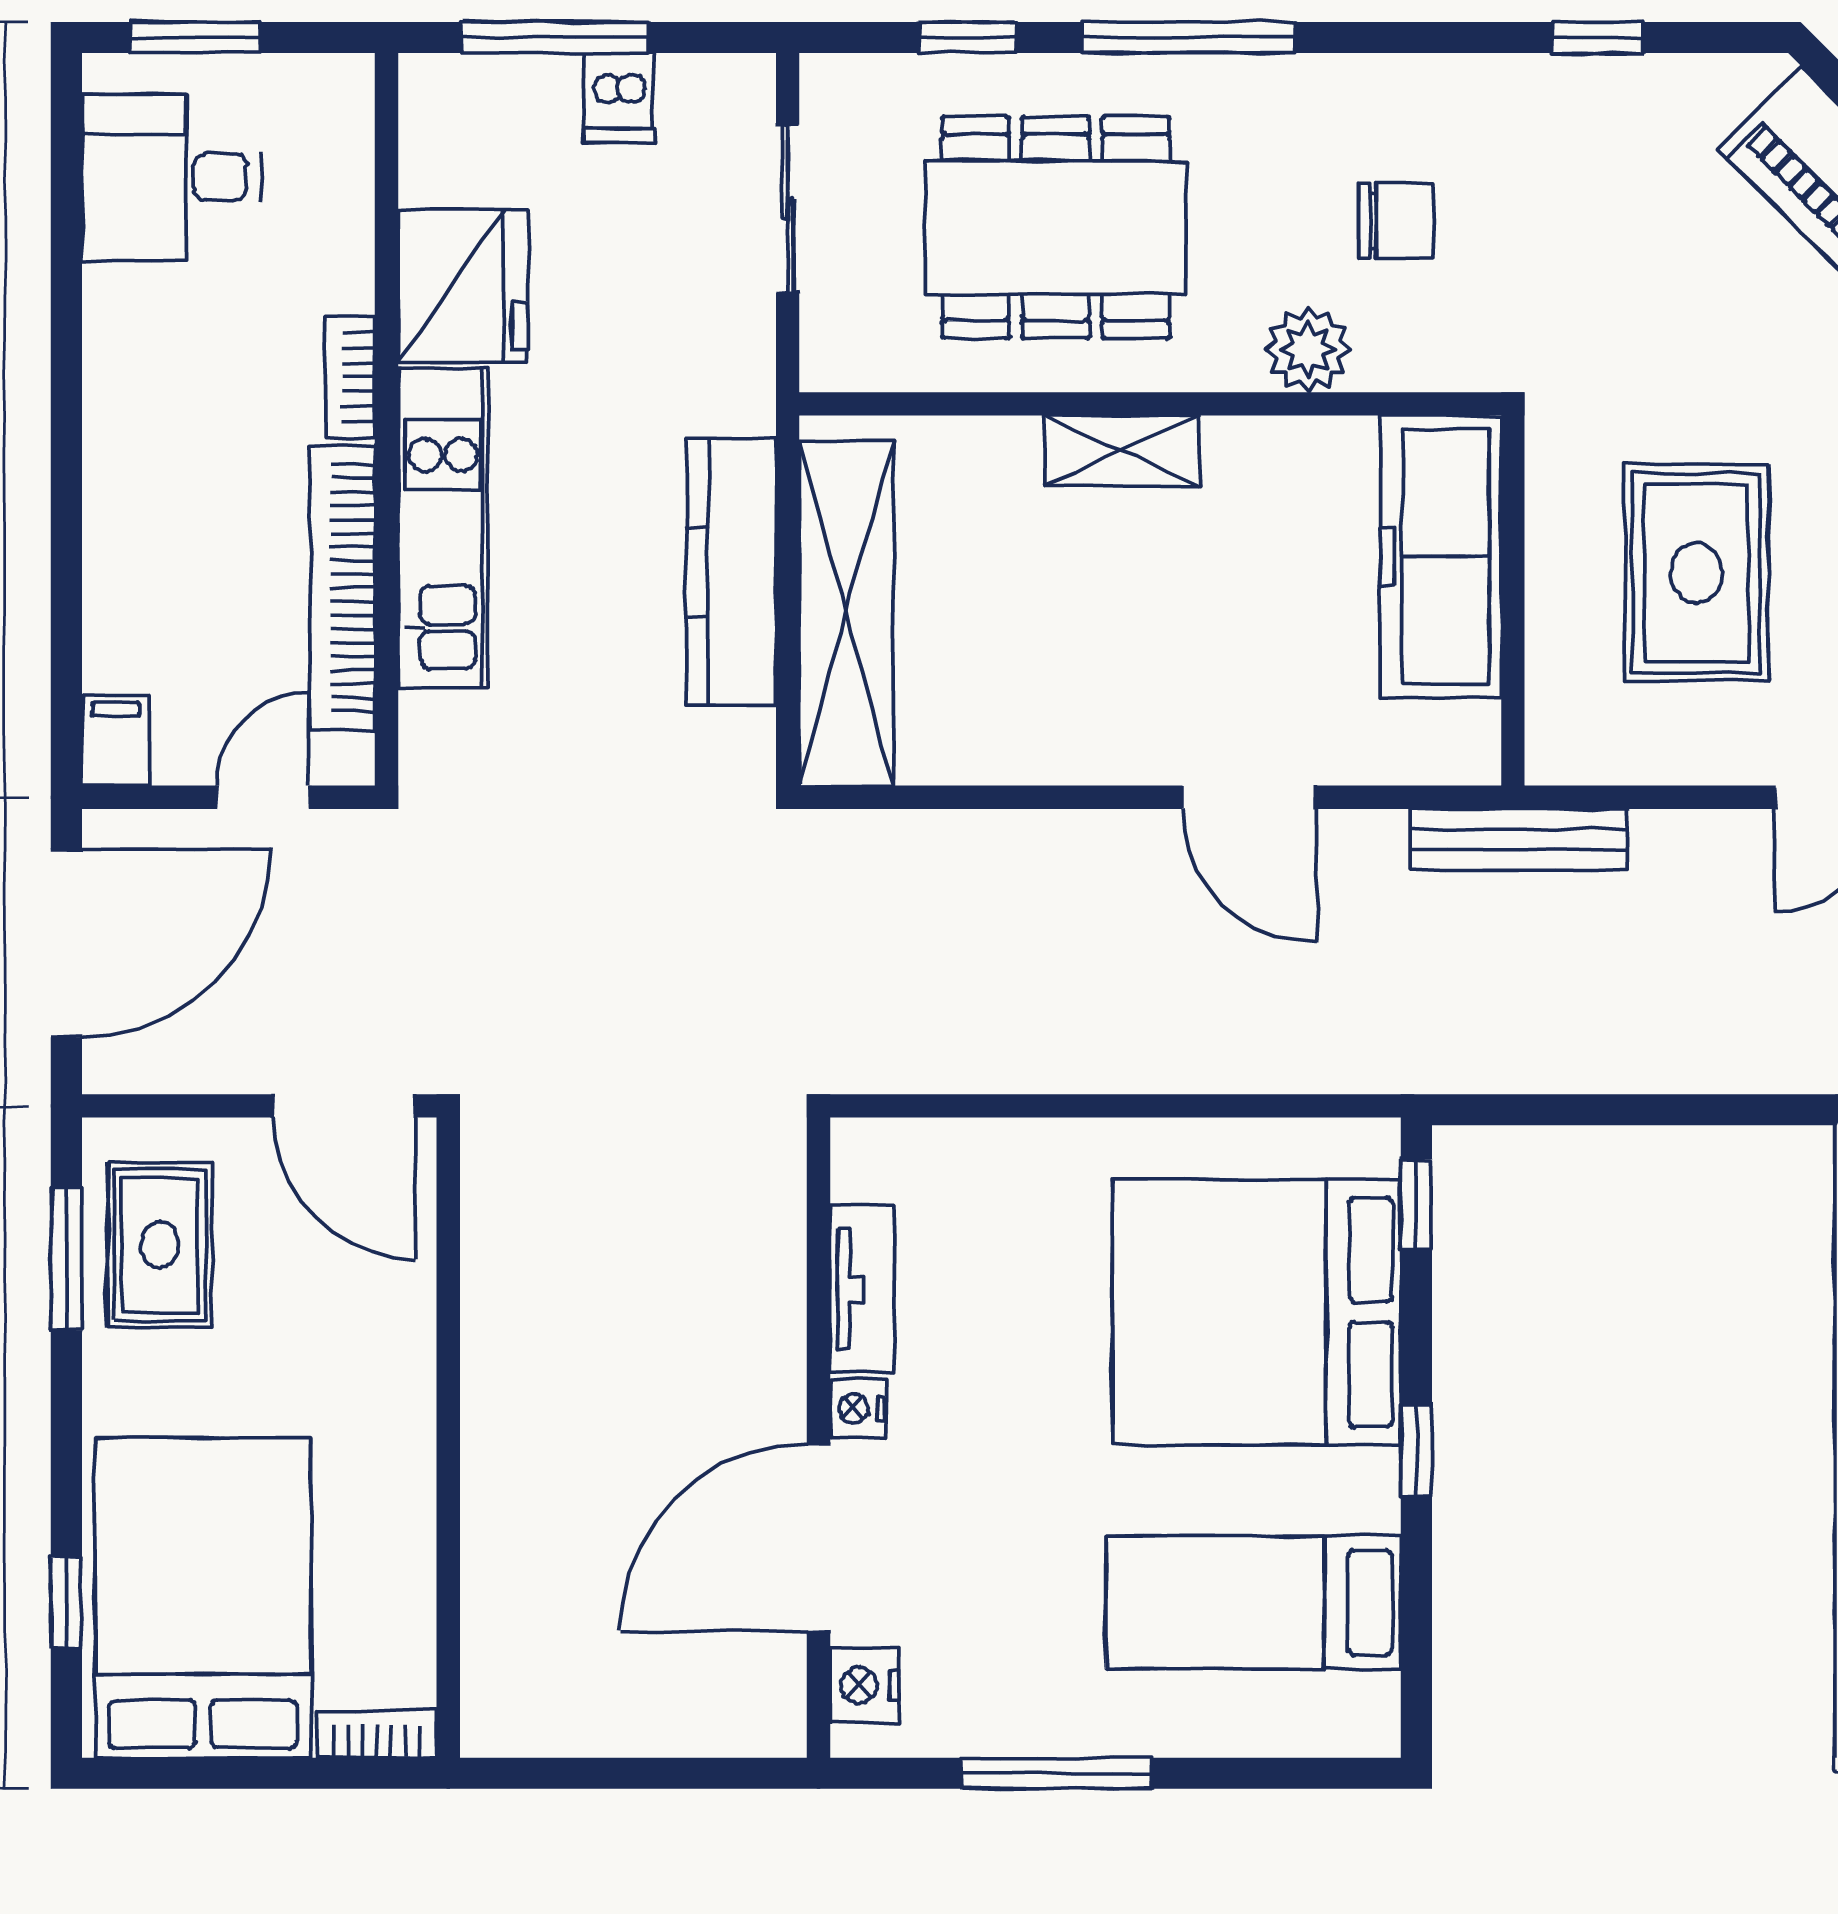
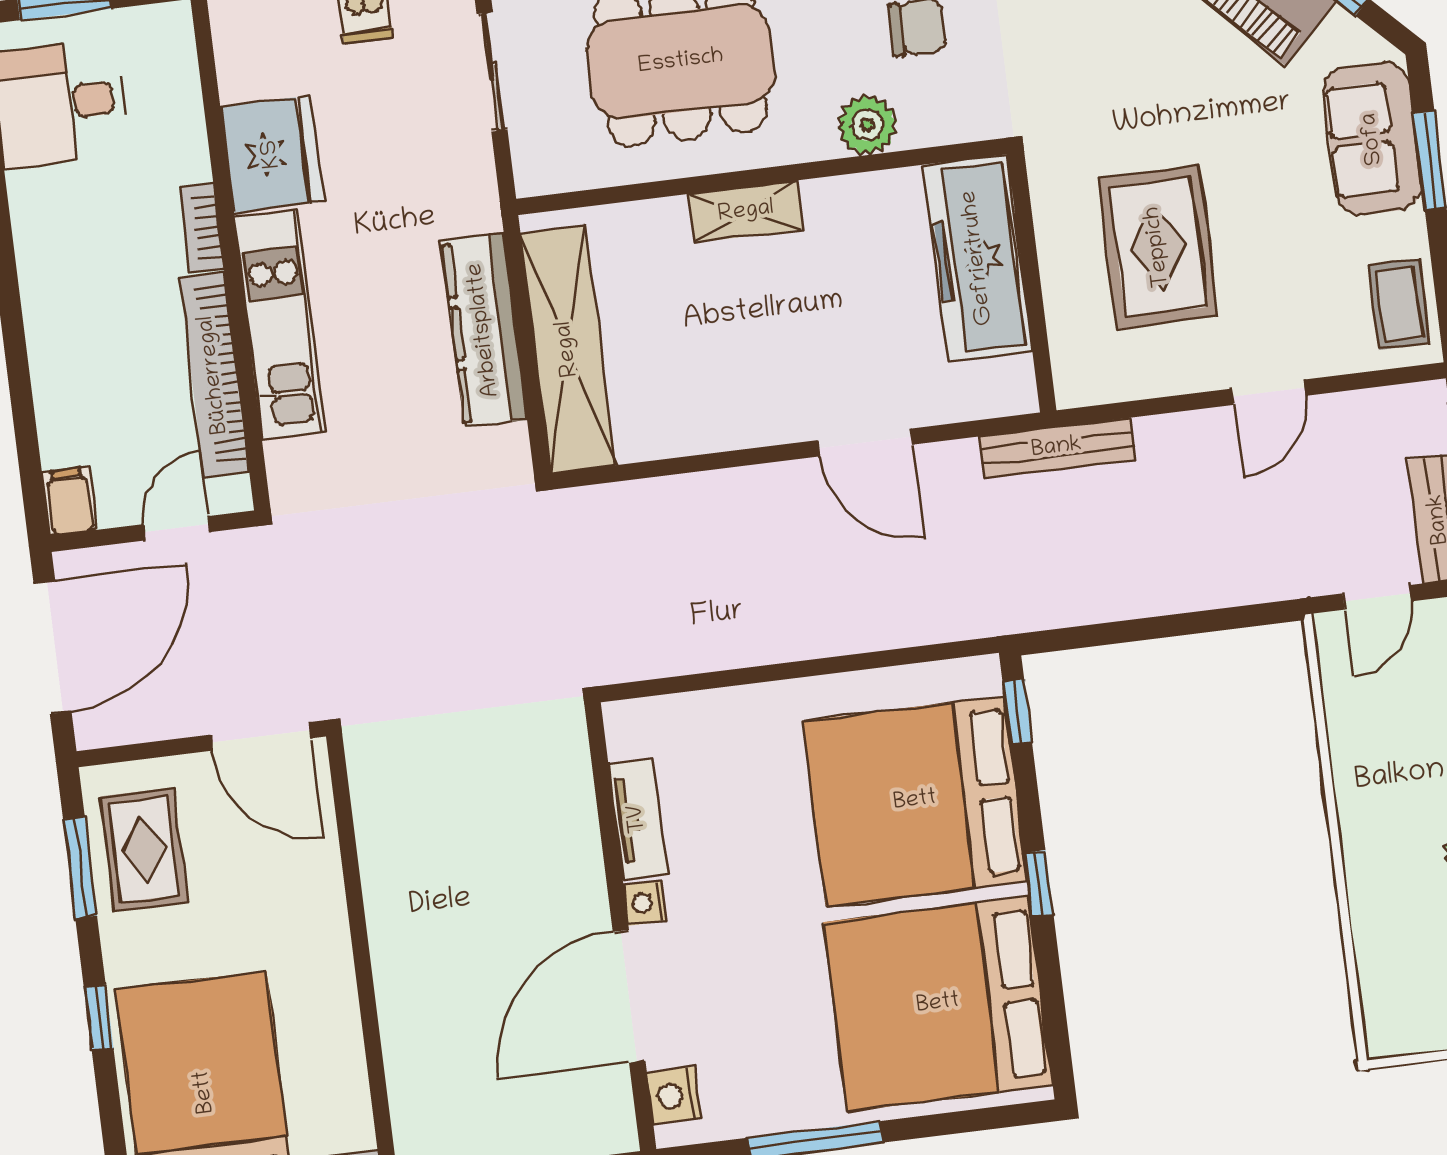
window: (66, 1603) -> (99, 1018), moved
bed: (1253, 1603) -> (938, 1004), width x2.04

